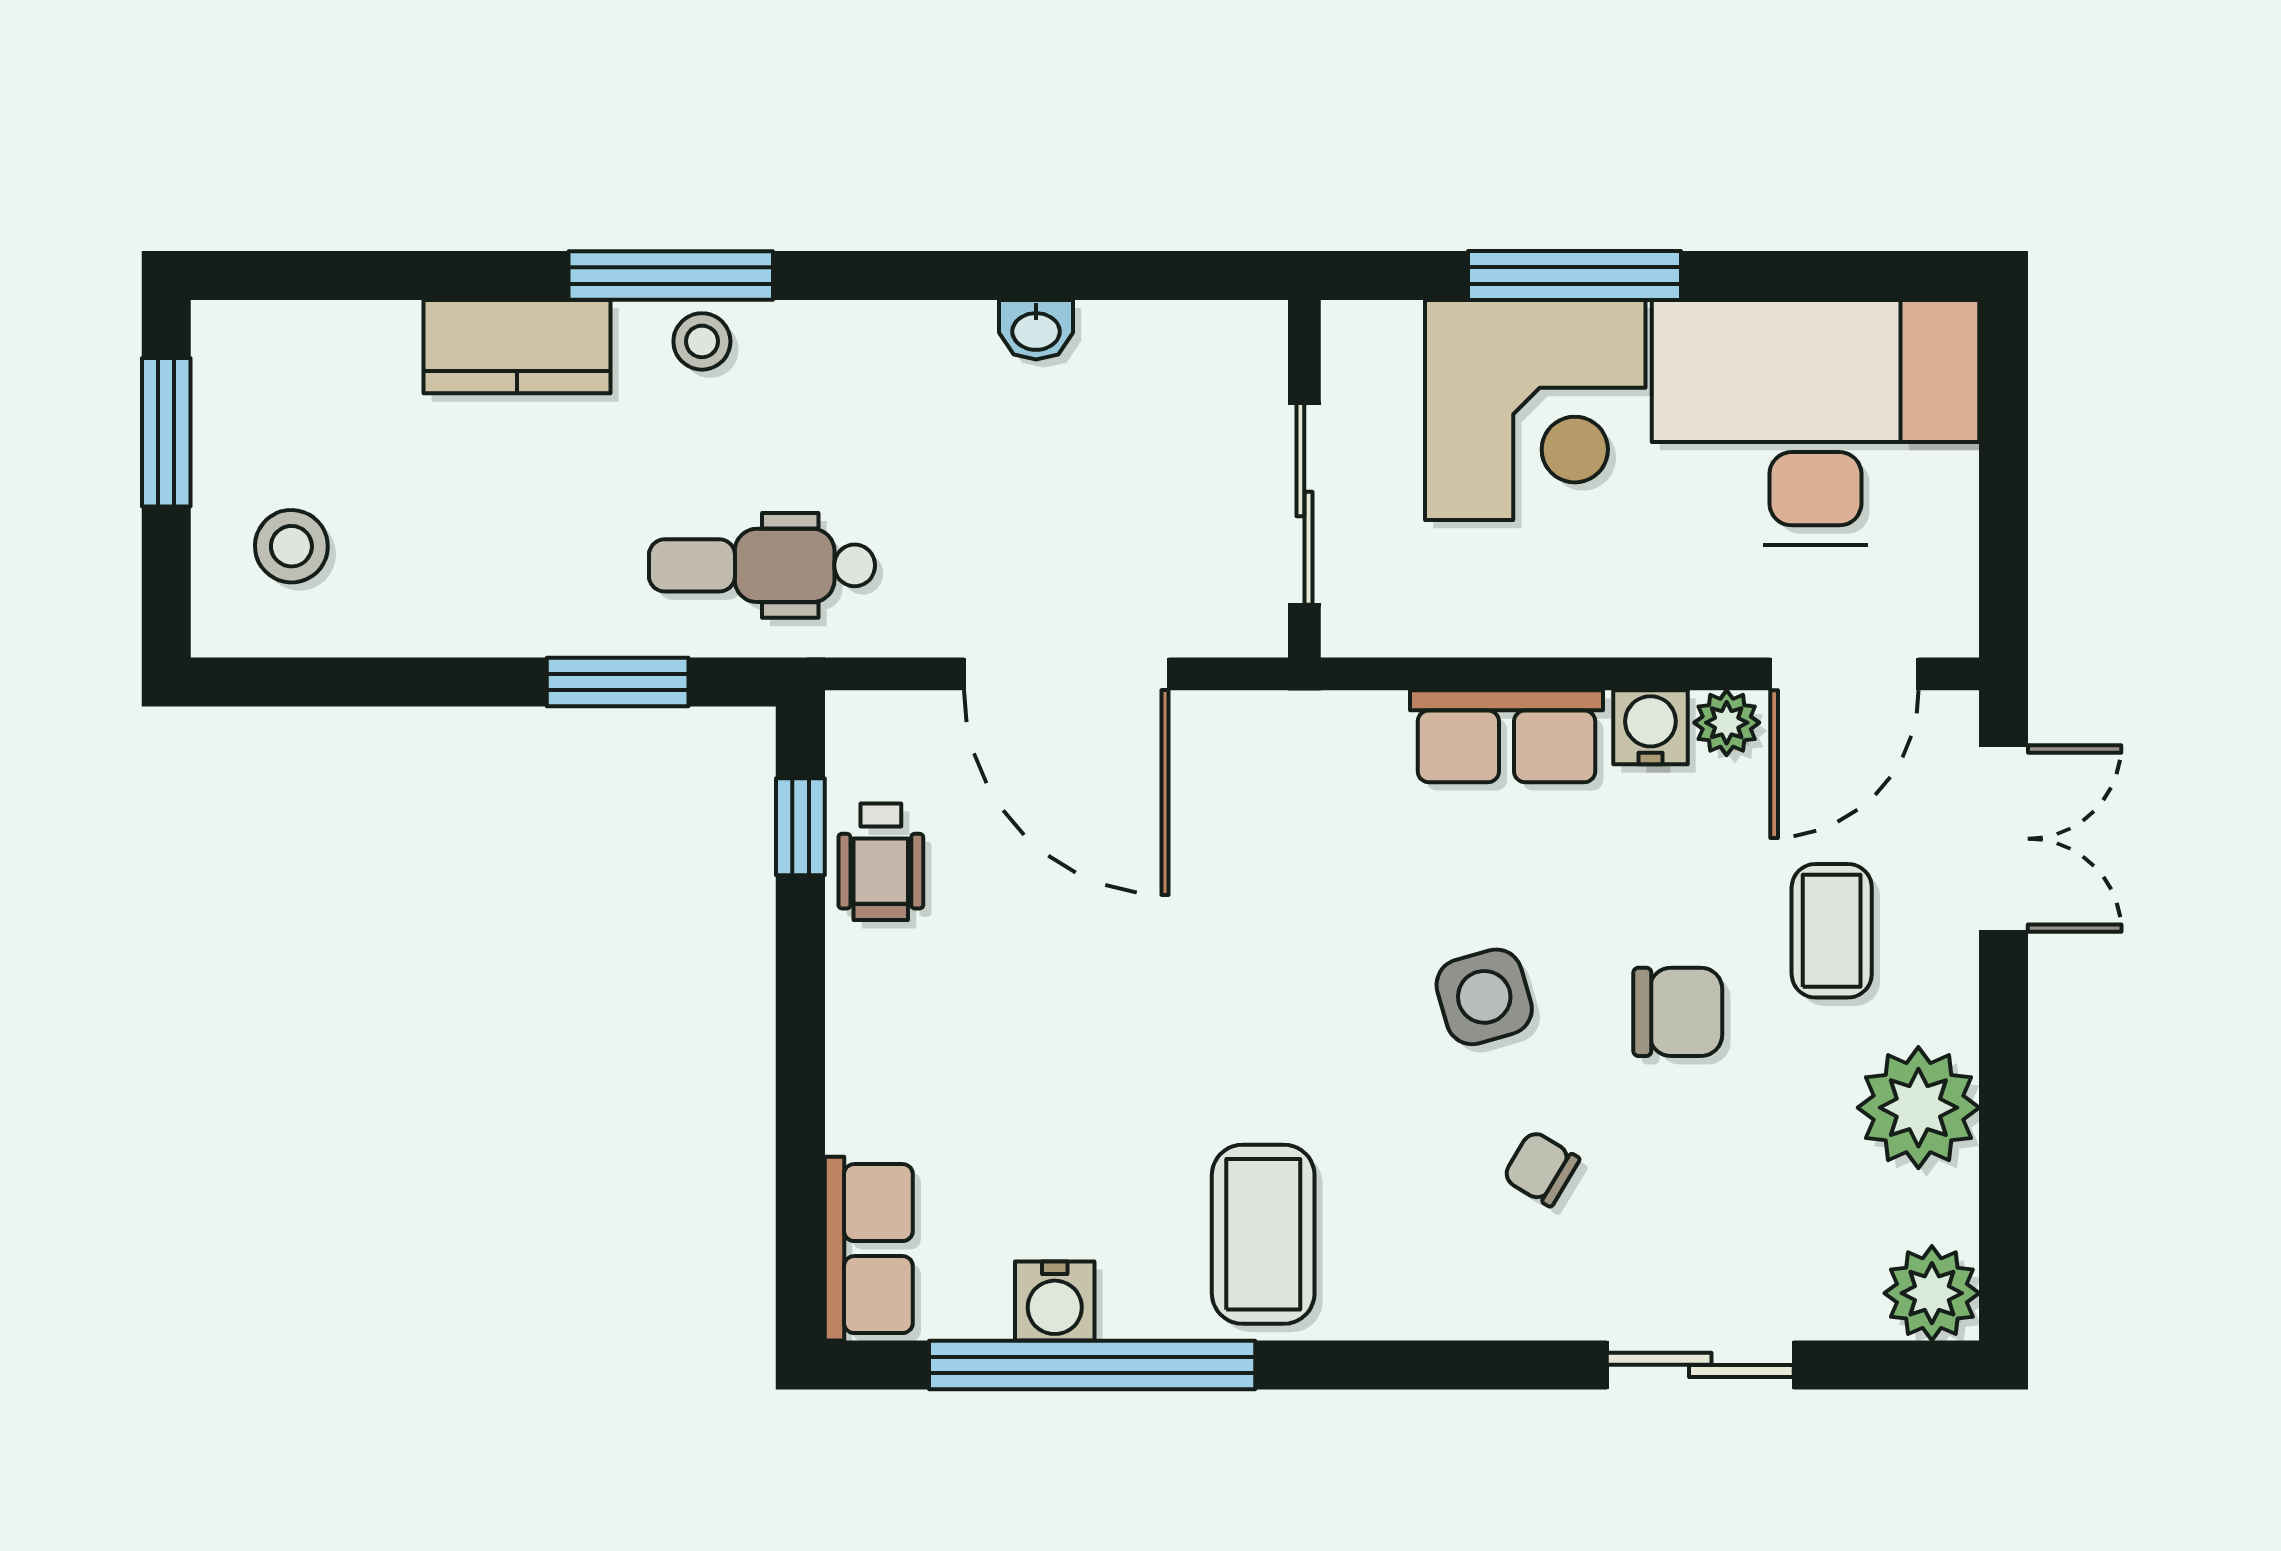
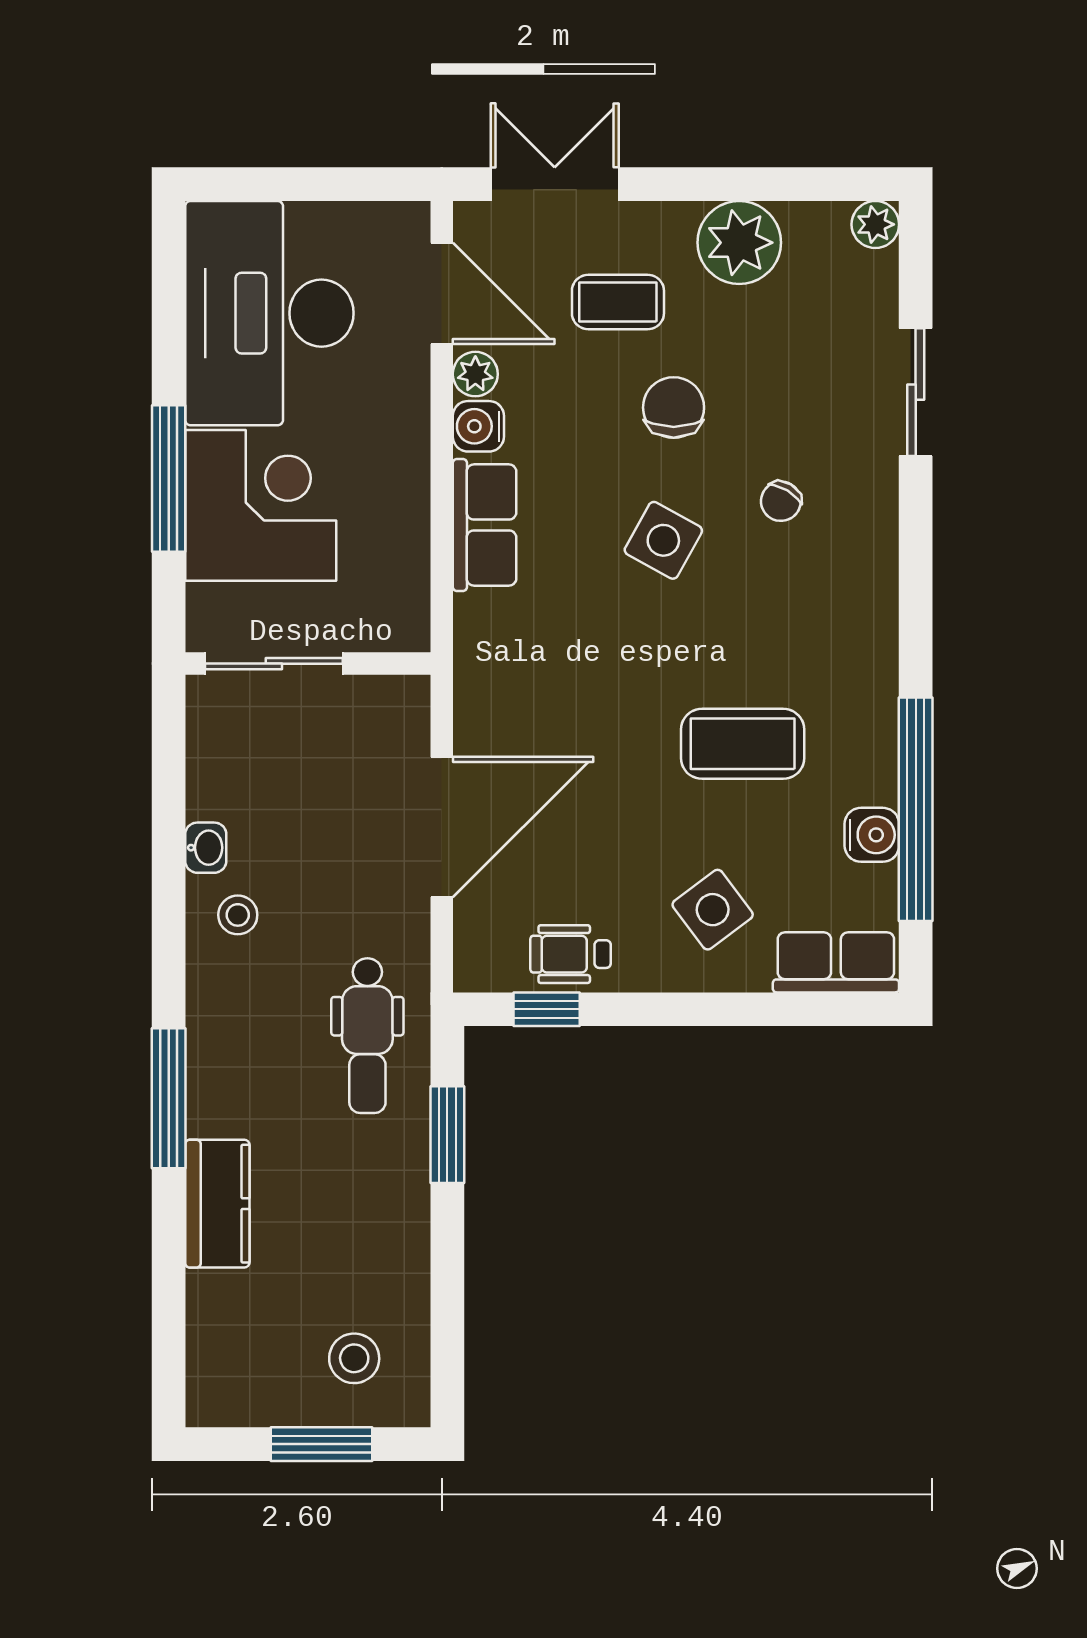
stool: (702, 341) -> (238, 915), moved
window: (166, 432) -> (322, 1444), moved
sliding door: (1304, 504) -> (274, 664), moved
wheelchair: (881, 862) -> (571, 954), turned 180
side table: (1484, 997) -> (663, 540), turned 45
side table: (946, 1069) -> (713, 910), added
coffee table: (1263, 1234) -> (743, 744), moved
plant: (1932, 1293) -> (875, 224), width x0.73, depth x0.73

